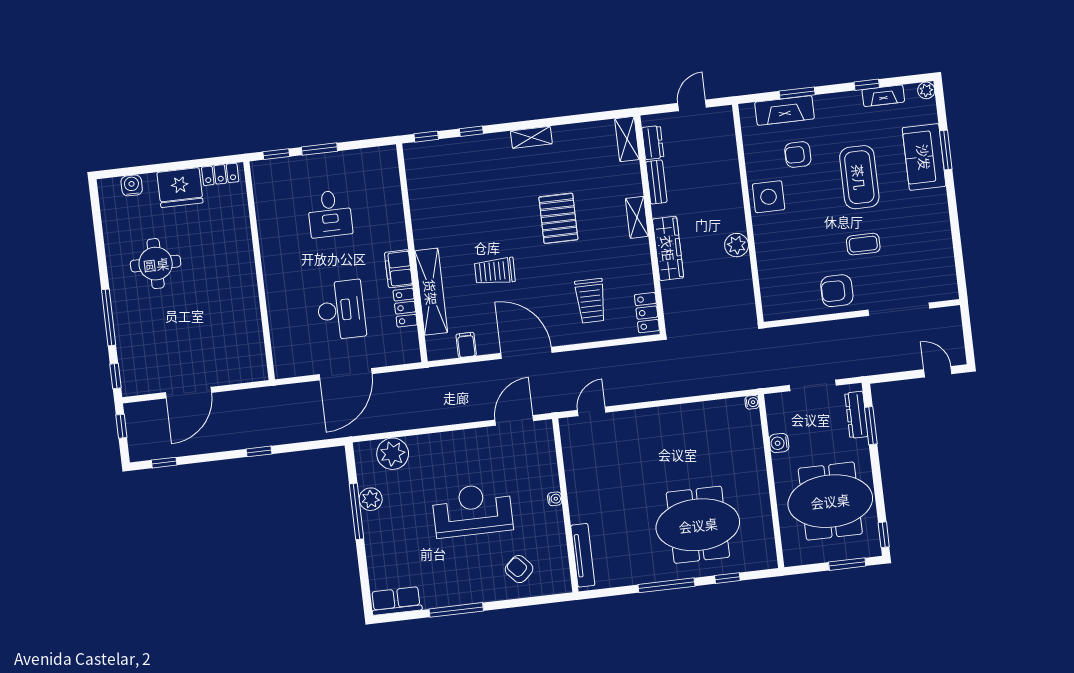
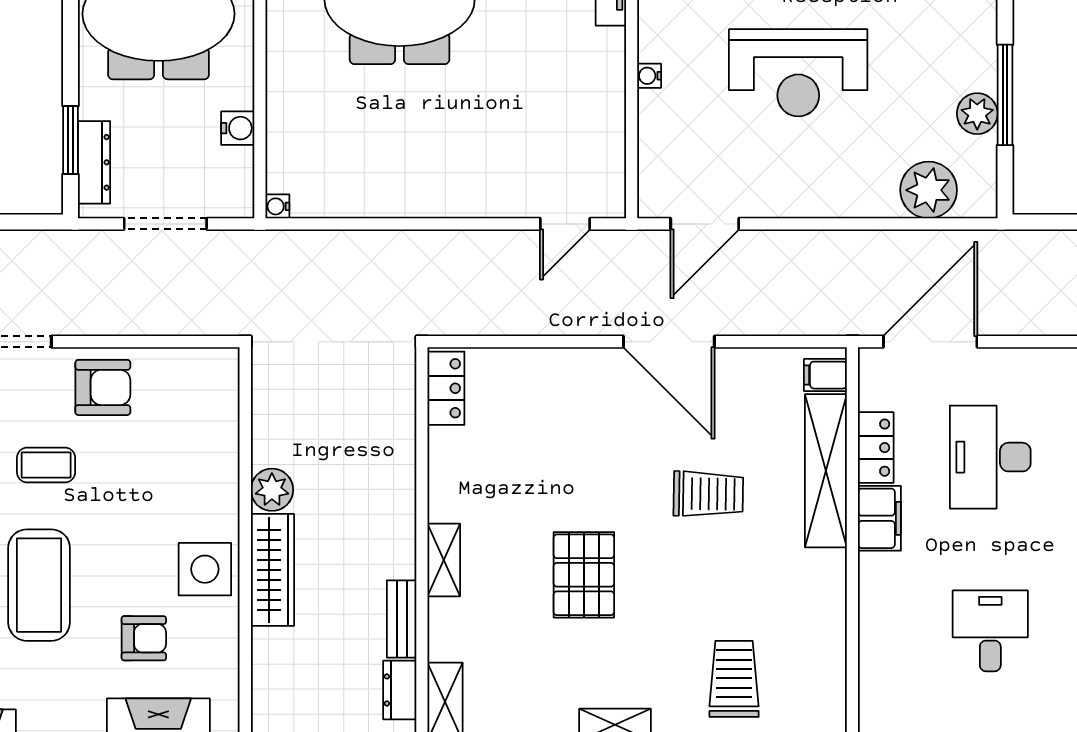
wardrobe: (668, 248) -> (272, 570), moved, turned 180
trolley: (591, 301) -> (734, 679), moved
filing cabinet: (466, 345) -> (825, 375), moved, turned 90
door: (346, 374) -> (930, 342), moved

